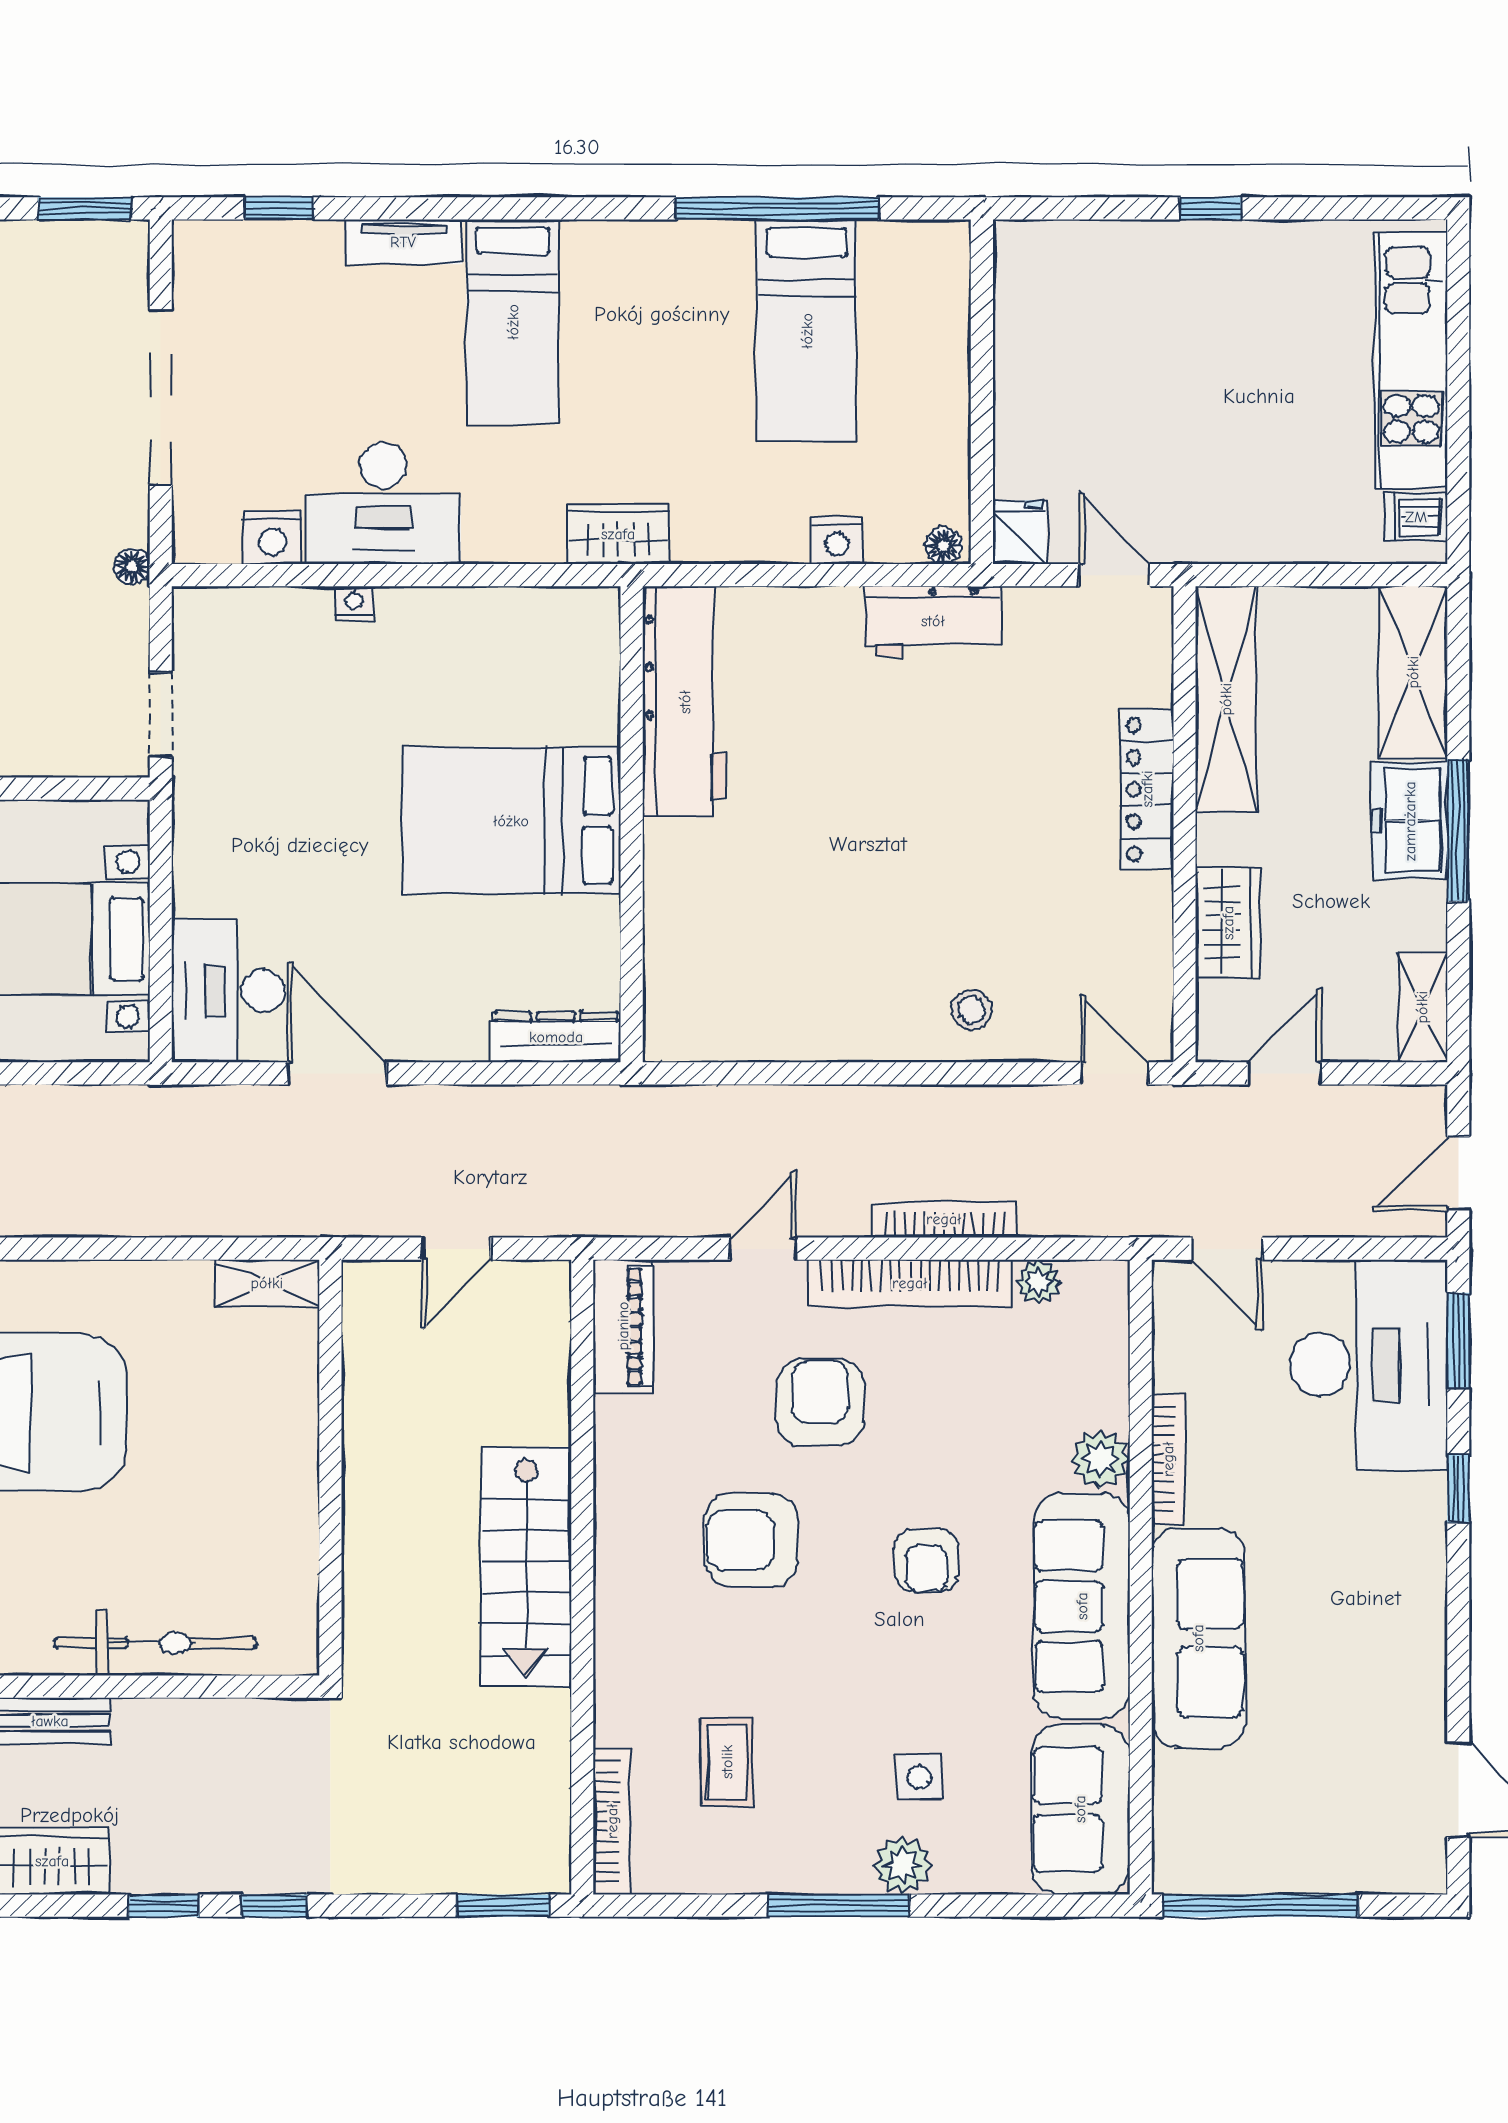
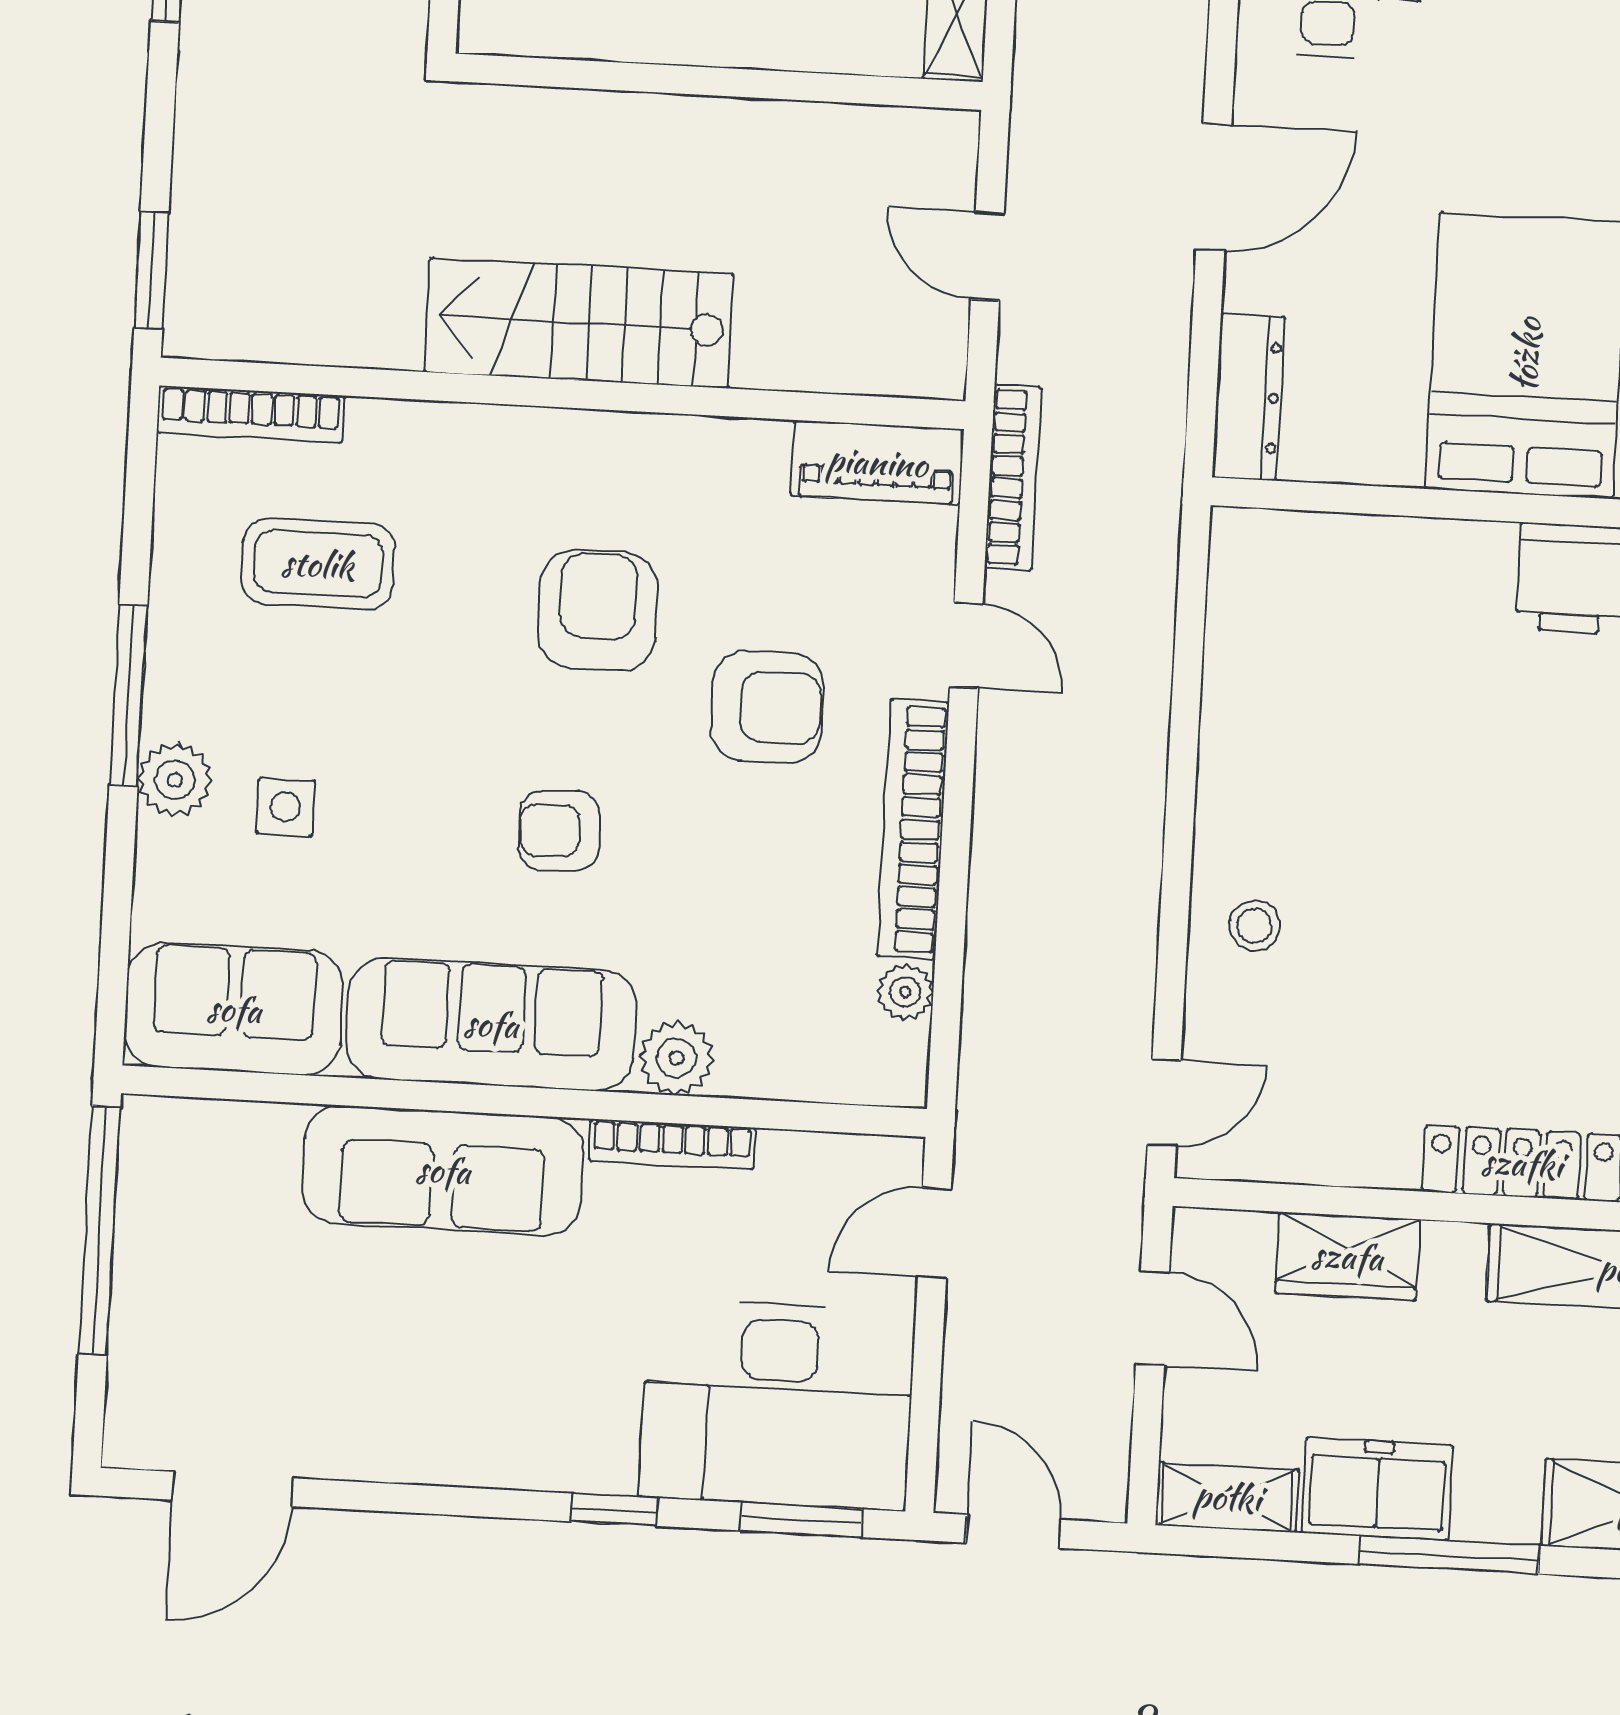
freezer: (1410, 821) -> (1377, 1489), moved
door: (337, 1073) -> (1214, 187), moved
bookcase: (944, 1219) -> (1013, 477), moved
coffee table: (727, 1762) -> (318, 564), width x1.36, depth x1.30

